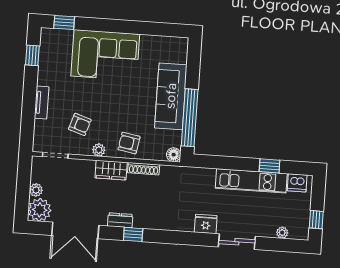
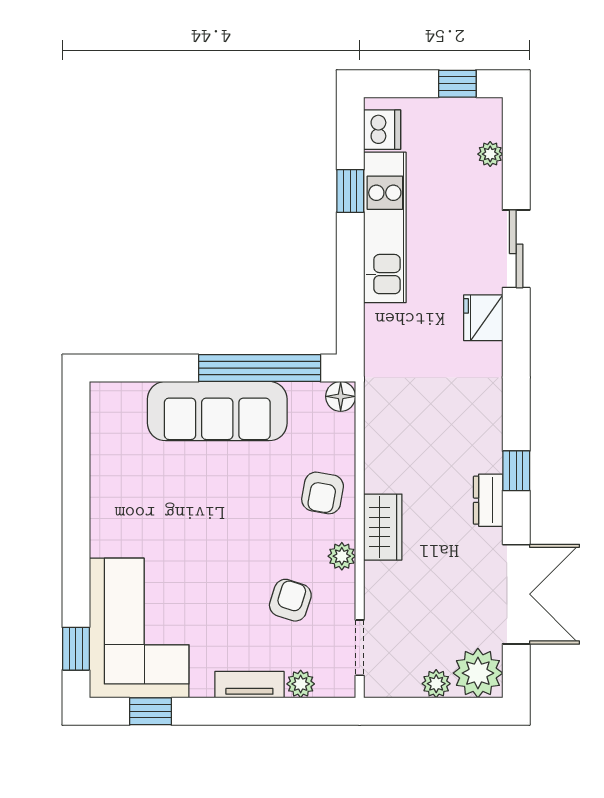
corner sofa: (105, 55) -> (139, 628), moved
plant: (40, 127) -> (301, 684), added
shoe rack: (144, 169) -> (375, 458), removed

